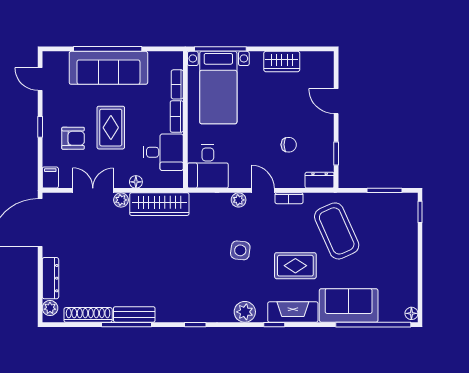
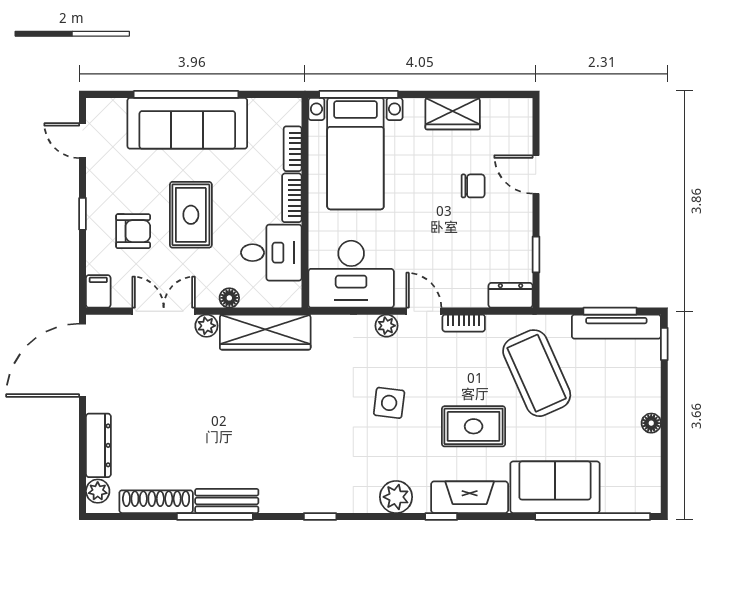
chair: (289, 145) -> (473, 186), moved
desk: (208, 166) -> (351, 274), width x1.37
tv unit: (389, 201) -> (616, 327), added
floor lamp: (411, 313) -> (651, 423), moved

